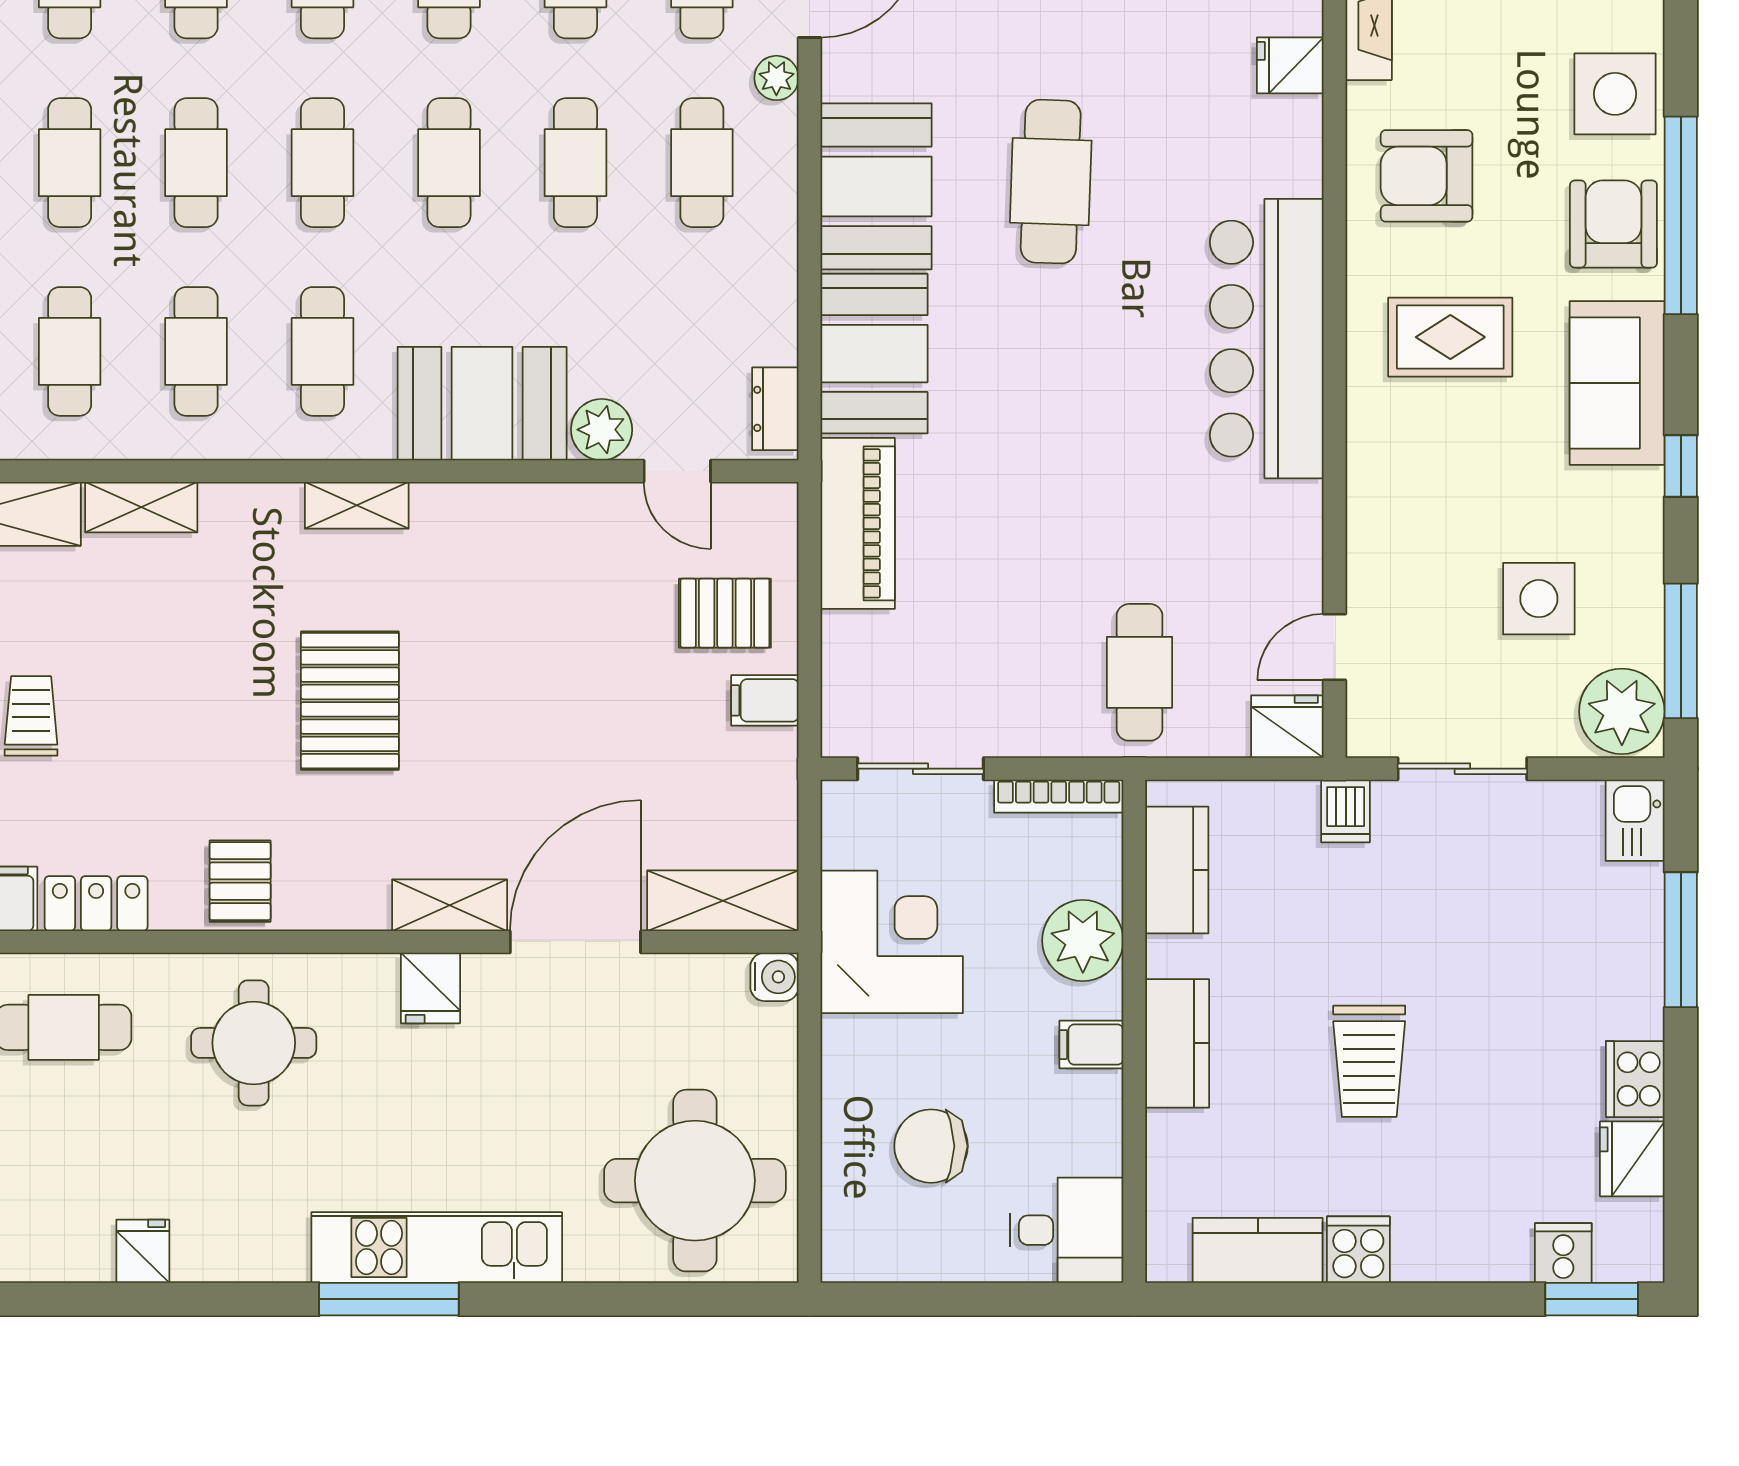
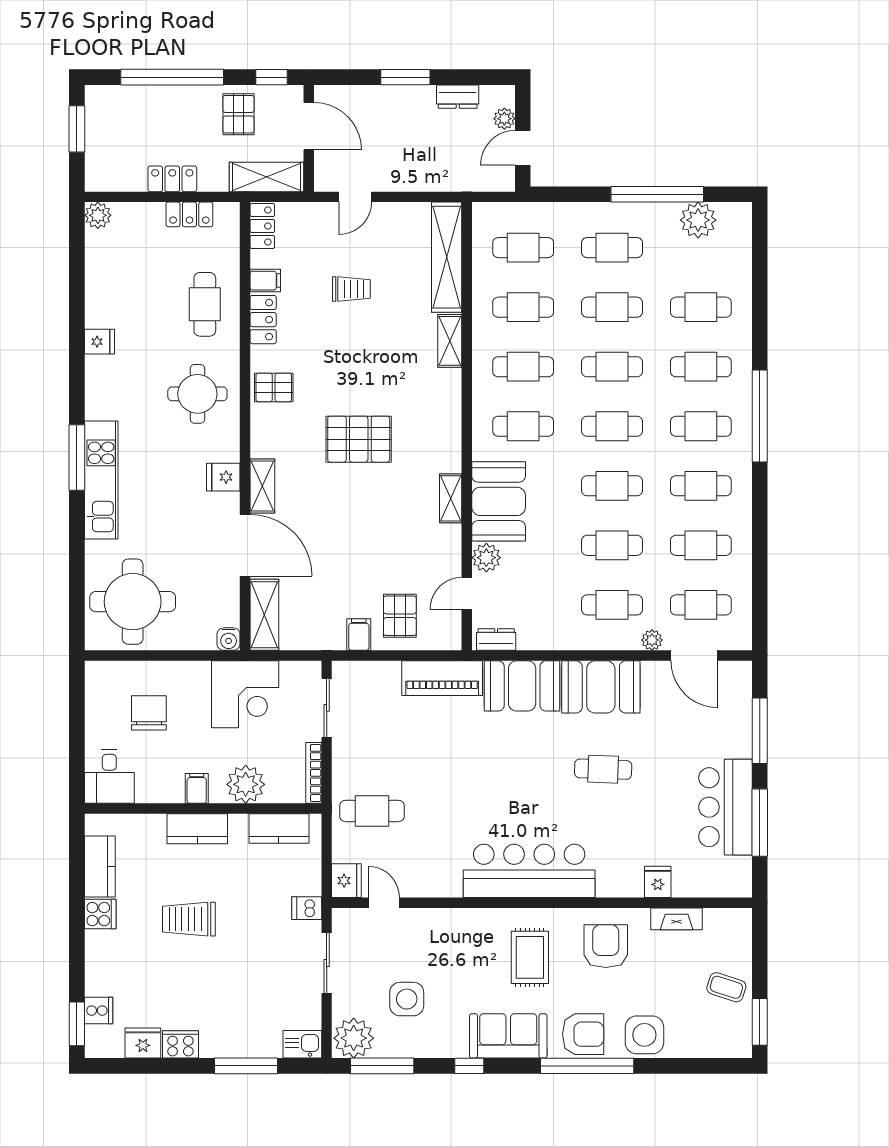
cafe table: (1051, 182) -> (603, 769), width x0.73, depth x0.74
shelving: (357, 505) -> (451, 498), moved

